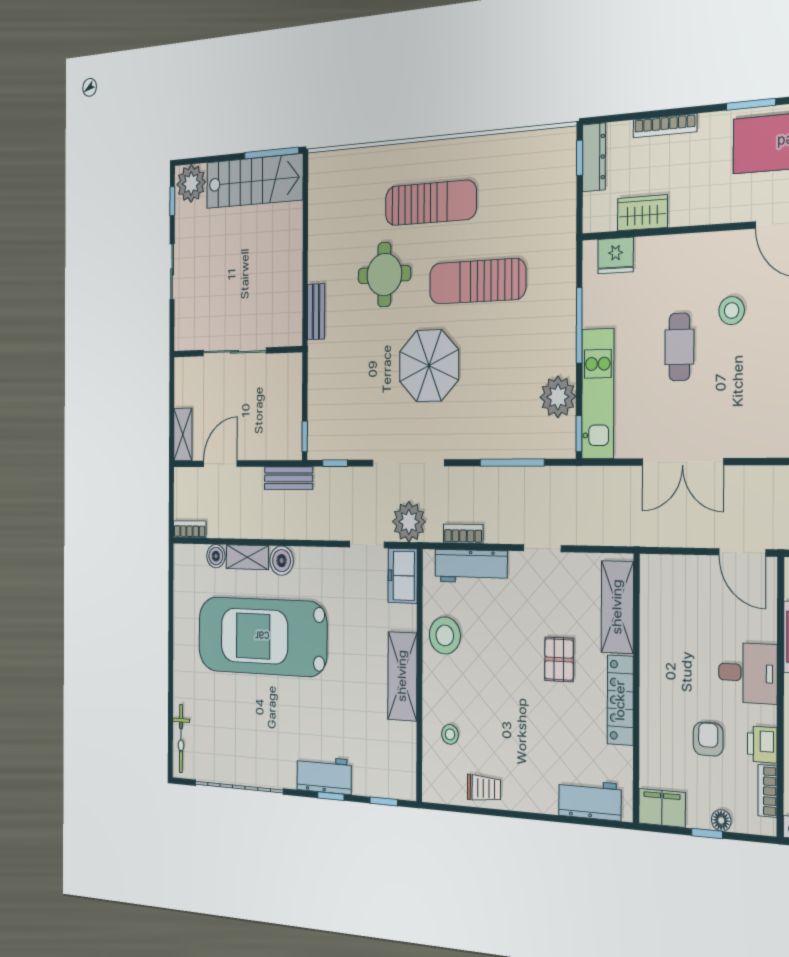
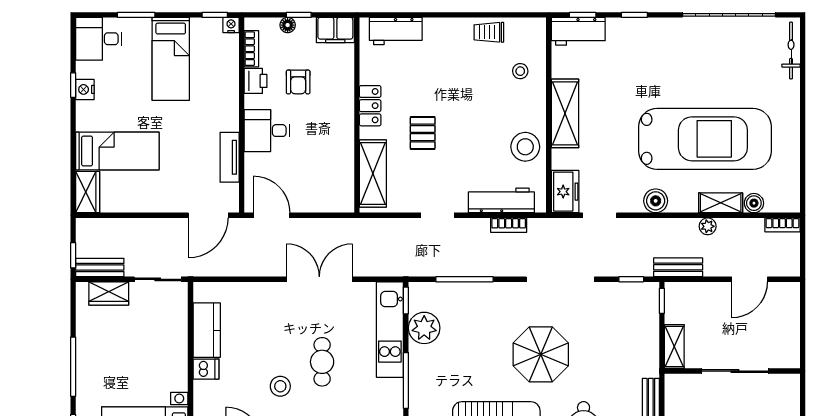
shelving: (183, 434) -> (674, 347), moved
plant: (409, 522) -> (708, 226), moved, width x0.53, depth x0.53
boiler: (282, 561) -> (656, 201), moved
locker: (620, 700) -> (370, 106), width x0.66
workbench: (324, 775) -> (578, 31), moved

